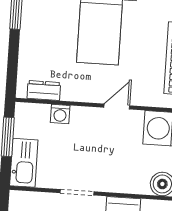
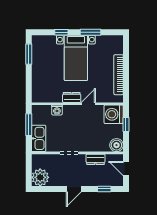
dresser: (44, 90) -> (72, 97), moved

